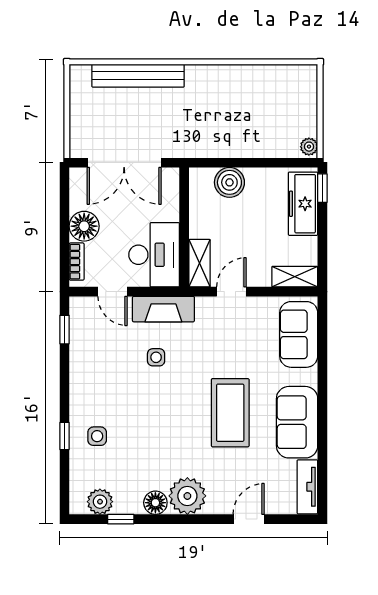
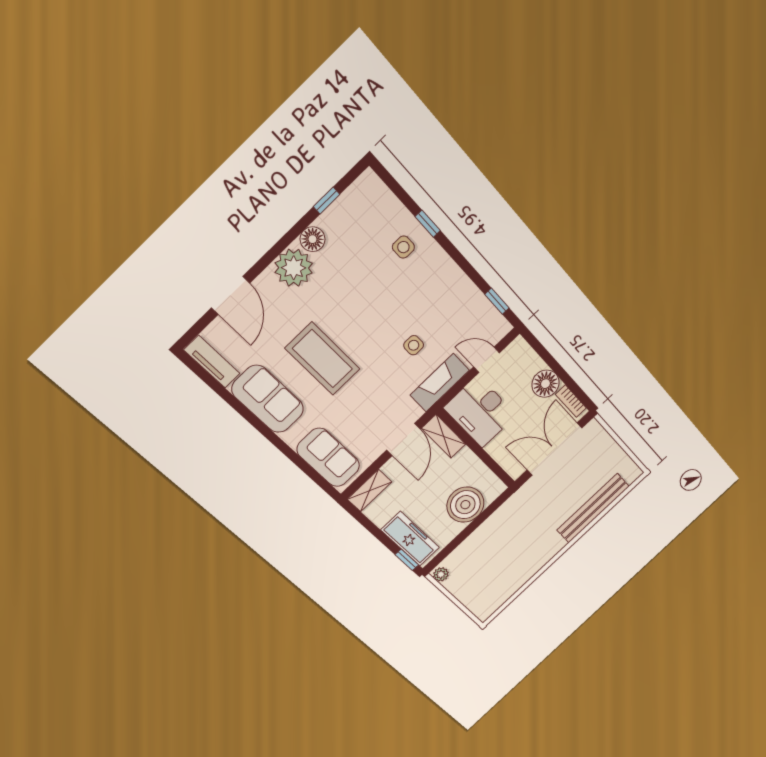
boiler: (229, 182) -> (465, 505), width x1.37, depth x1.37
bookcase: (77, 262) -> (571, 401), moved
door: (231, 292) -> (403, 439), width x1.38
plant: (100, 502) -> (355, 199), removed
door: (249, 519) -> (230, 295), width x1.38

